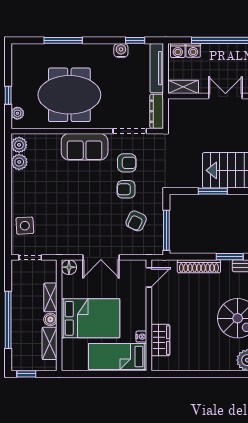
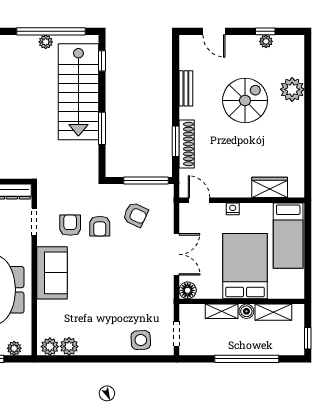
doorway: (130, 131) -> (34, 222), width x0.73
window: (230, 257) -> (176, 141), moved
nightstand: (141, 337) -> (233, 209), moved

